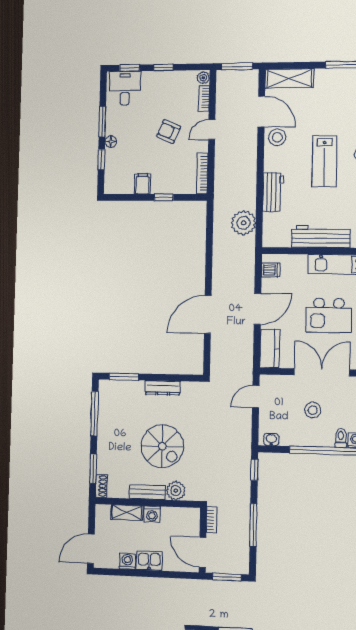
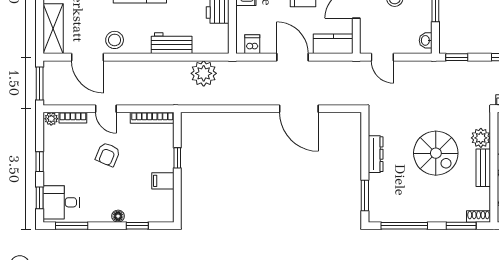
door: (261, 112) -> (88, 57), swing flipped
window: (102, 122) -> (72, 226), moved
spiral stairs: (162, 446) -> (436, 153), turned 90

